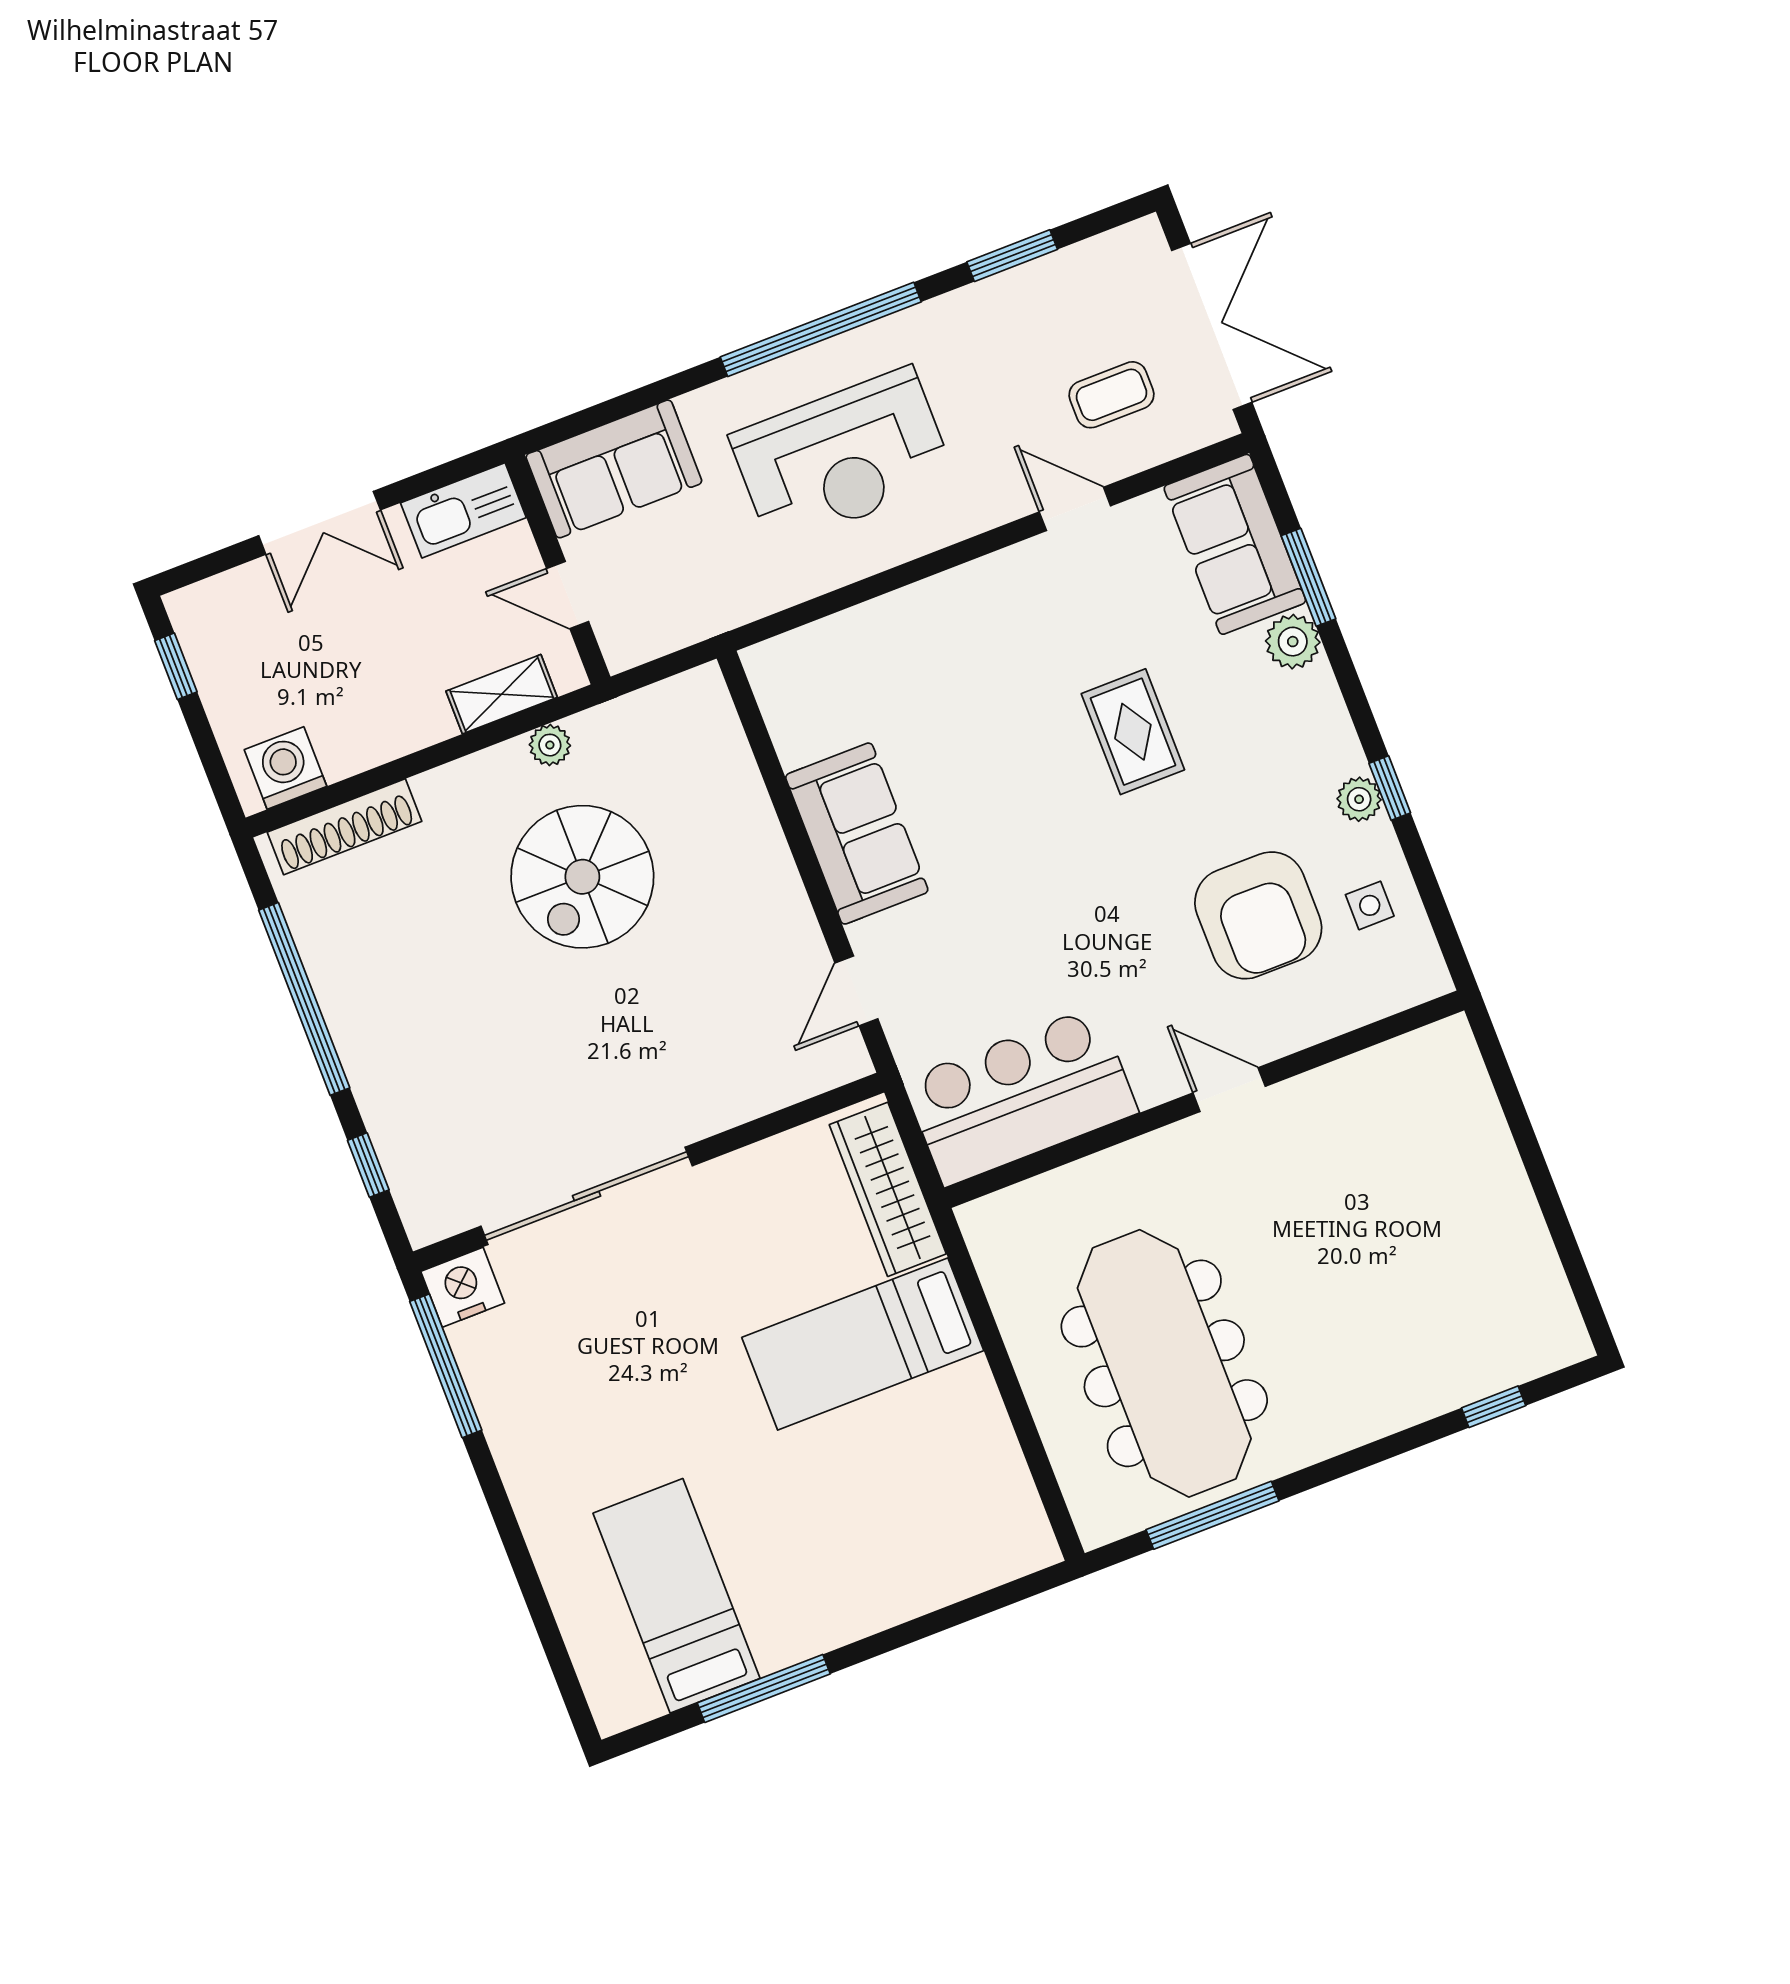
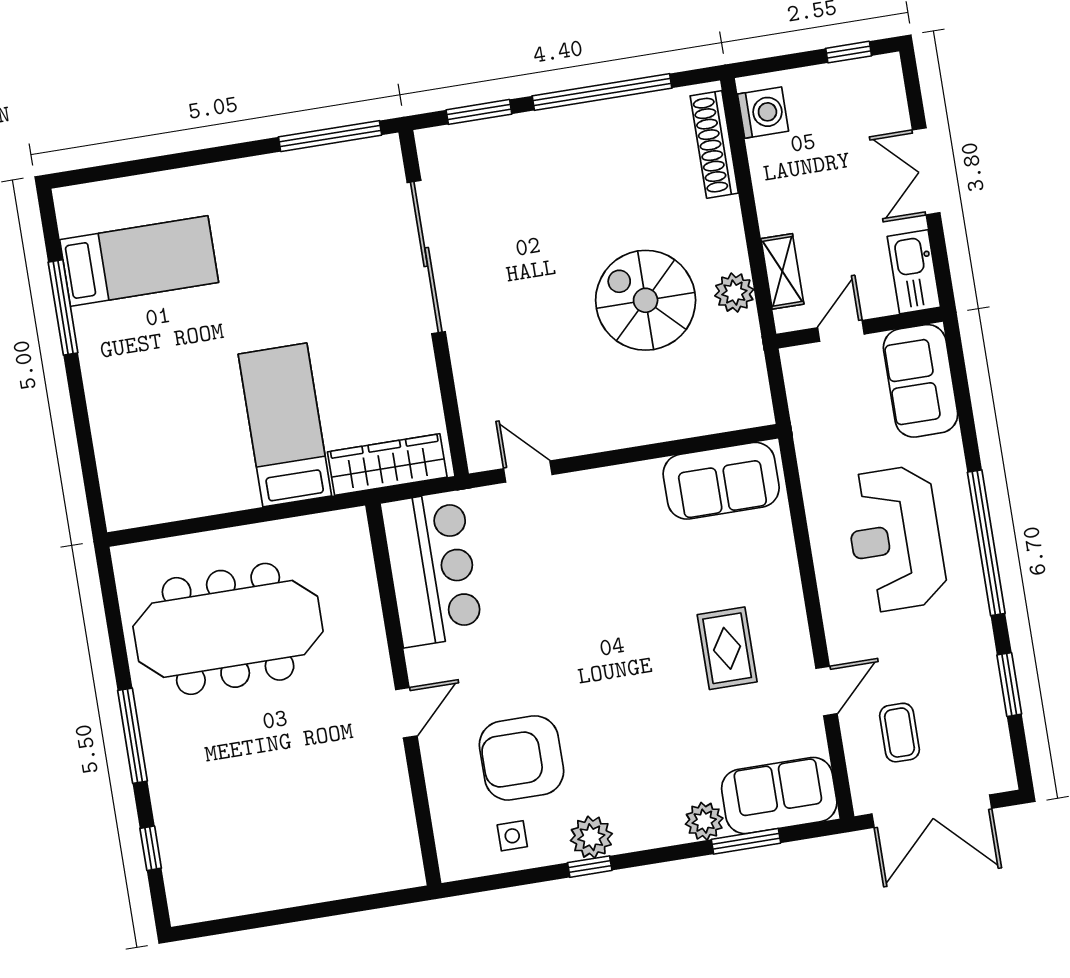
rug: (1133, 732) -> (727, 648), moved, turned 90
plant: (550, 745) -> (734, 293), width x1.38, depth x1.38
plant: (1359, 799) -> (591, 837), width x1.38, depth x1.38
sofa: (857, 834) -> (721, 481), moved
window: (368, 1165) -> (479, 112), width x1.50
nightstand: (463, 1287) -> (382, 159), removed
window: (1212, 1515) -> (132, 736), moved

